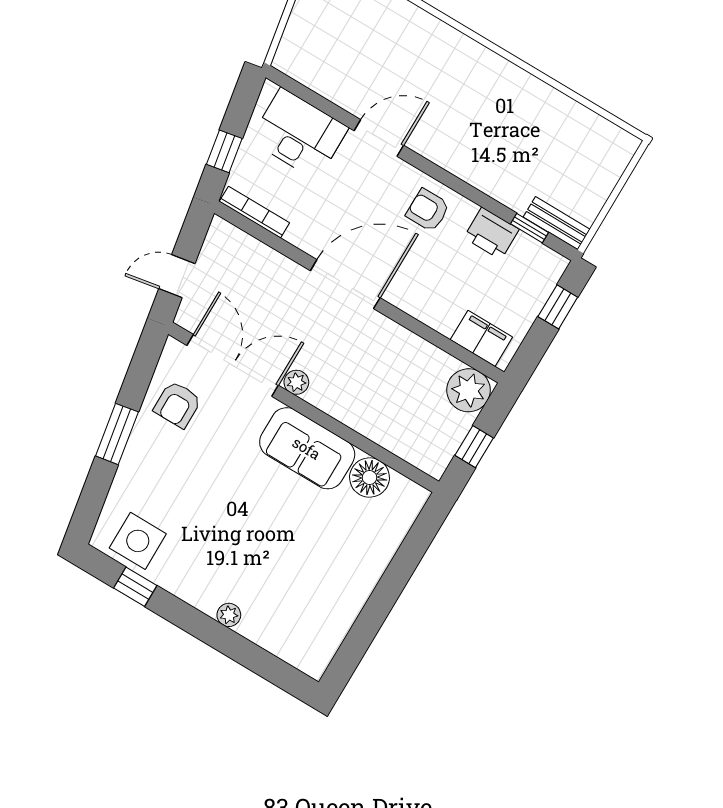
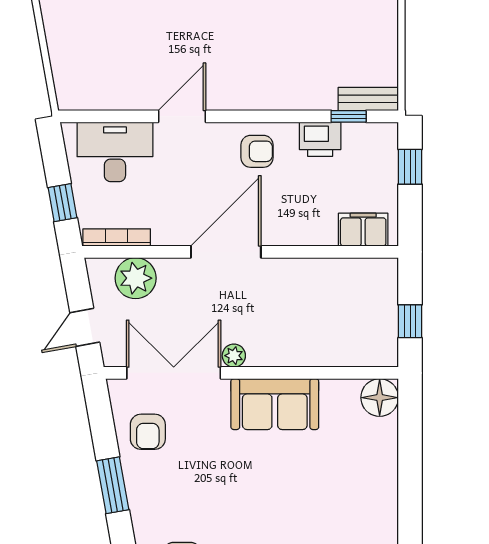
armchair: (428, 210) -> (257, 151), turned 180
plant: (469, 390) -> (136, 278), moved
floor lamp: (370, 478) -> (380, 398), moved

